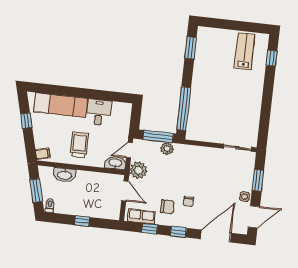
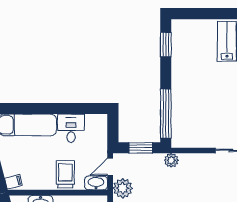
window: (158, 136) -> (141, 148), width x0.69
trolley: (79, 145) -> (65, 174), moved
plant: (167, 149) -> (171, 160), moved

